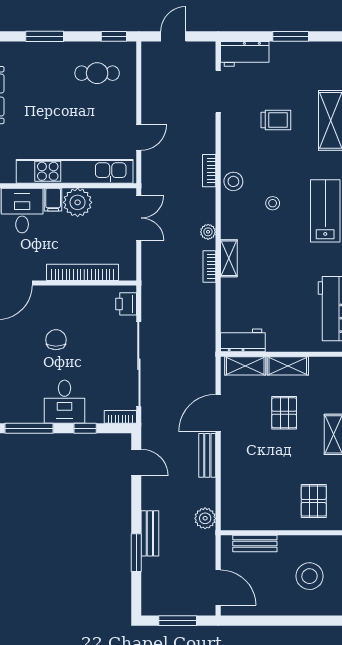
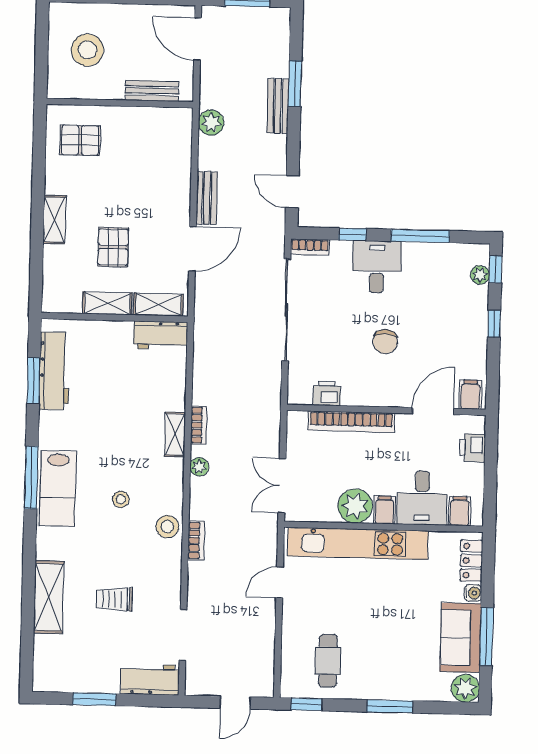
cafe table: (97, 73) -> (328, 661), turned 90
printer: (126, 304) -> (327, 393), moved, turned -90
pallet: (314, 501) -> (80, 140), turned 90

